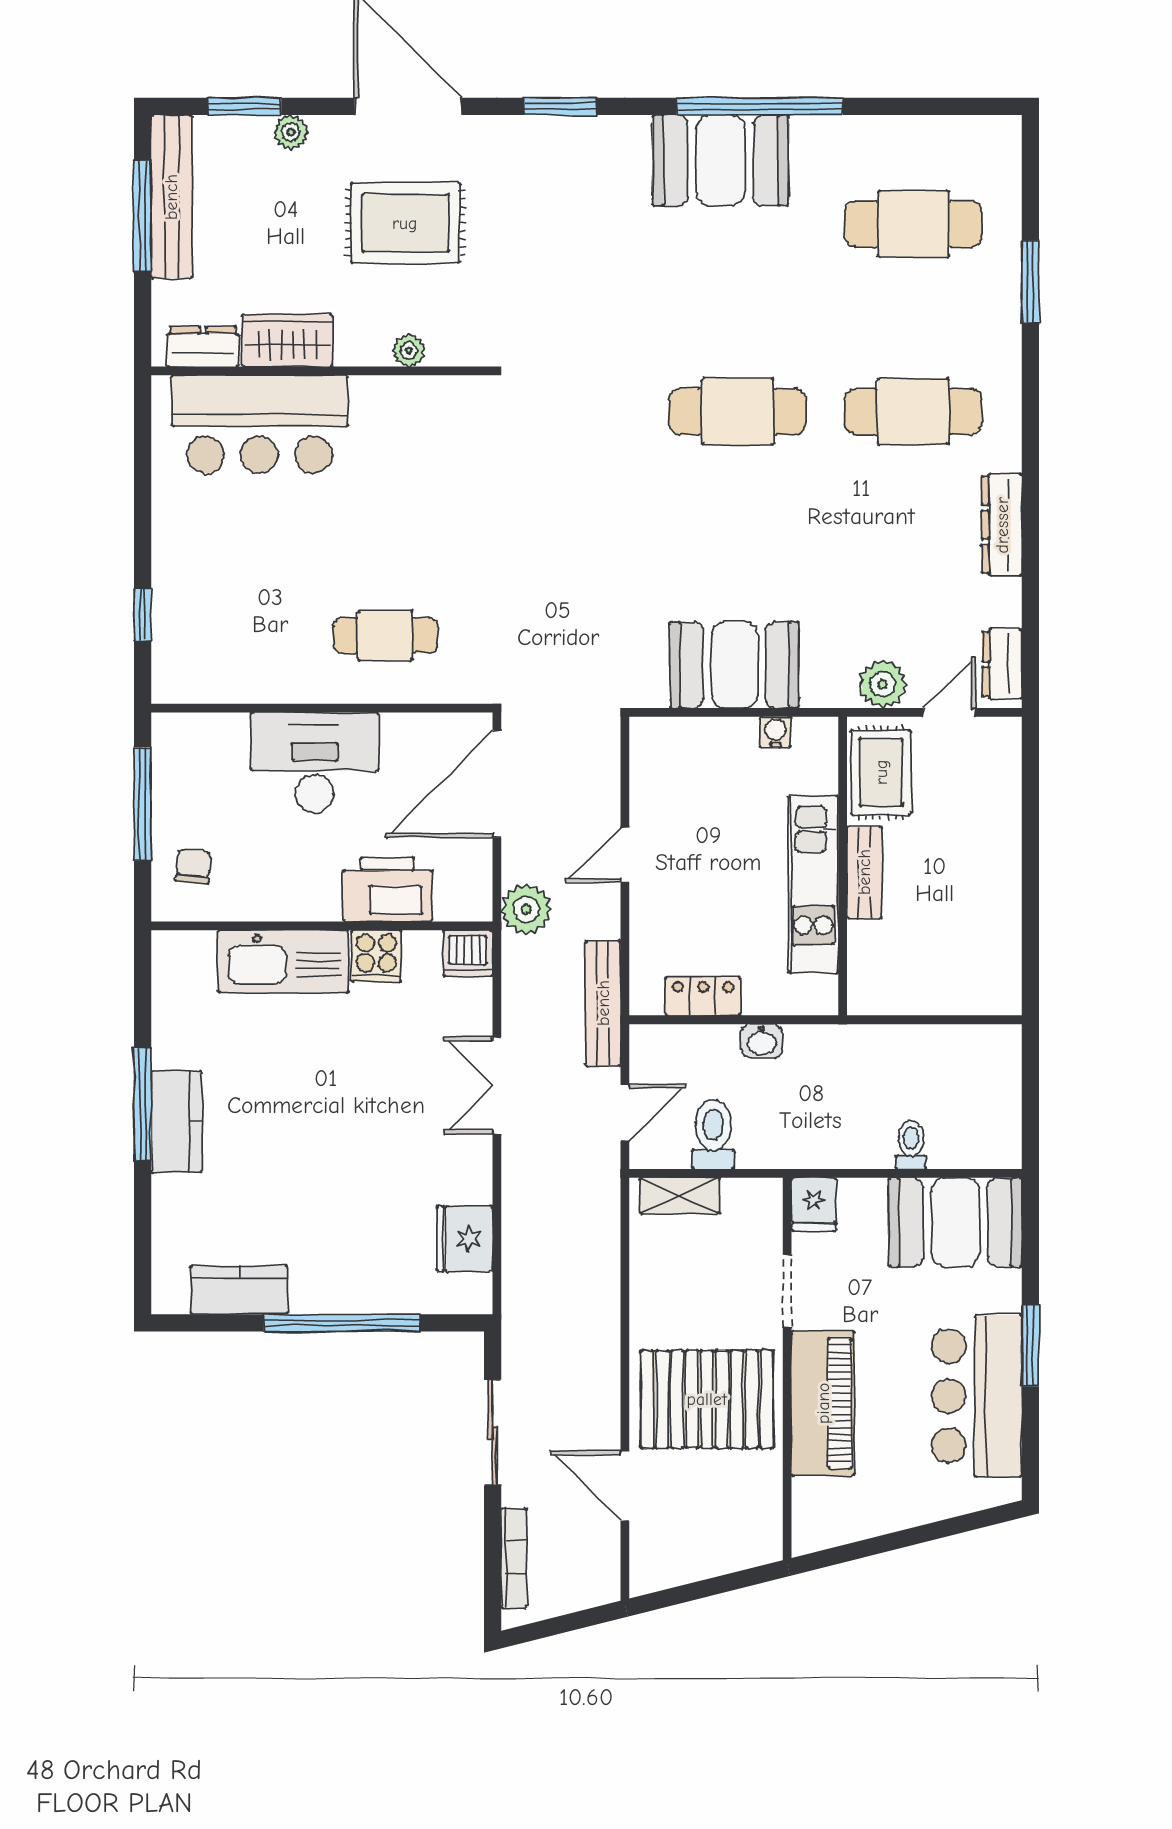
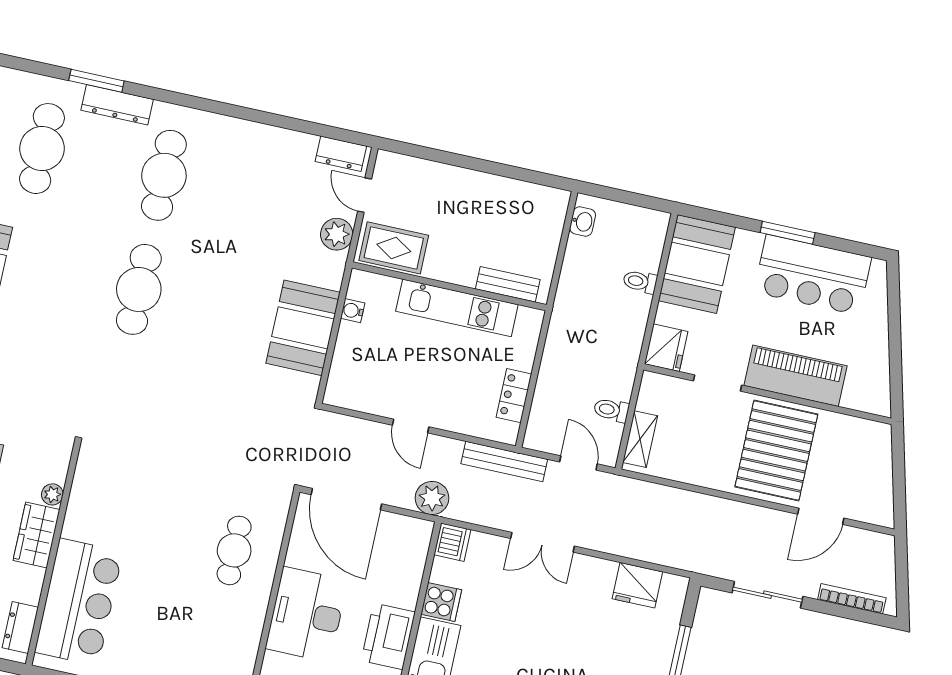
wardrobe: (287, 341) -> (36, 535), moved
dresser: (1002, 525) -> (117, 105), moved
bench: (864, 872) -> (508, 284), moved
printer: (387, 890) -> (388, 636), moved
washbasin: (762, 1041) -> (583, 221), moved
toilet: (713, 1134) -> (611, 410), width x0.73, depth x0.72
fridge: (814, 1204) -> (666, 348), width x1.38

